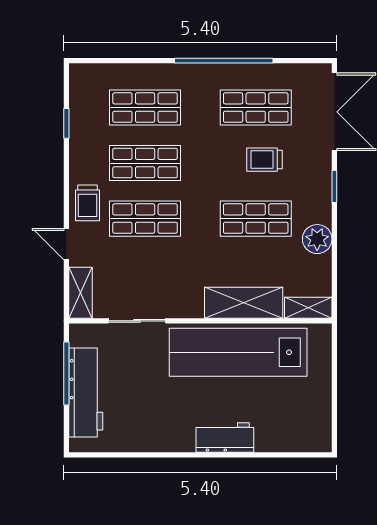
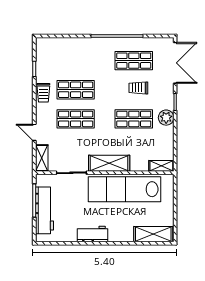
shop shelf: (145, 108) -> (76, 61), removed
trolley: (88, 203) -> (43, 93), moved
plant: (317, 239) -> (166, 118), moved
shelving: (244, 303) -> (109, 163), moved
workbench: (225, 438) -> (93, 234), moved
shelving: (293, 438) -> (153, 234), added

